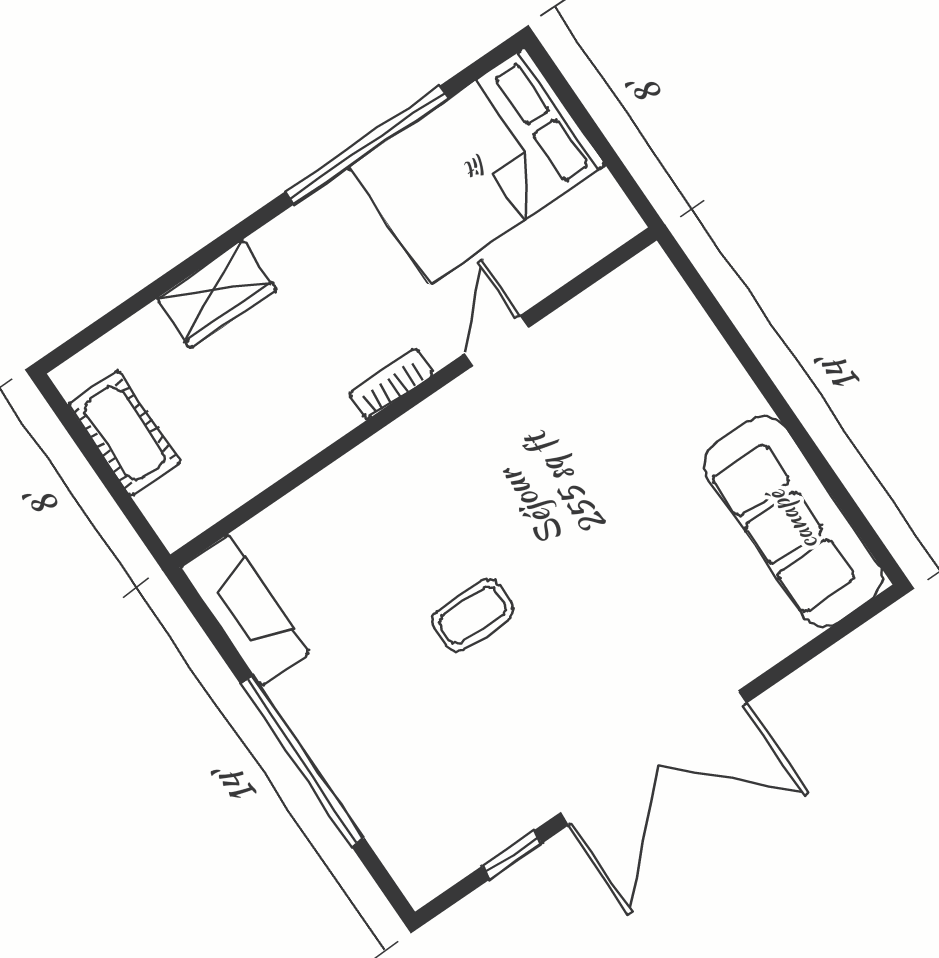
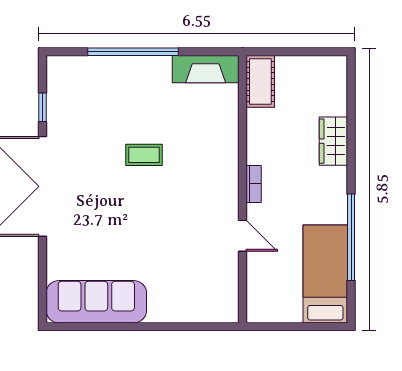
bed: (477, 166) -> (325, 274), width x0.67
cot: (124, 433) -> (260, 81), moved, turned 90
coffee table: (473, 615) -> (144, 155), turned 90

